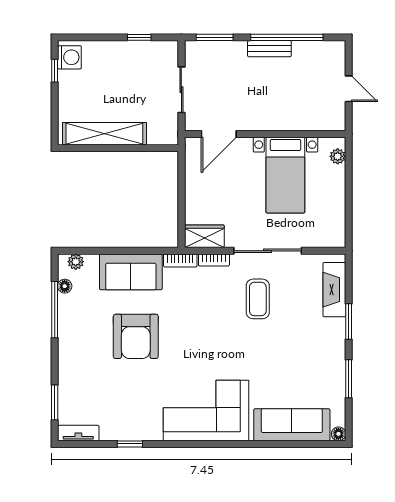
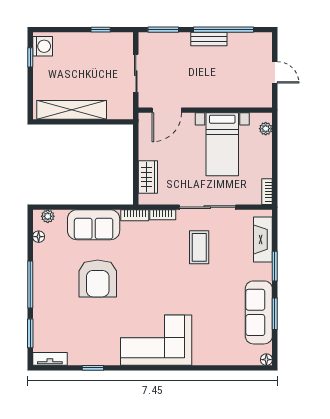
bookcase: (339, 232) -> (267, 192), added
wardrobe: (204, 236) -> (148, 177), moved, turned 90
window: (55, 310) -> (30, 284), moved
sofa: (292, 425) -> (259, 312), moved, turned -90

